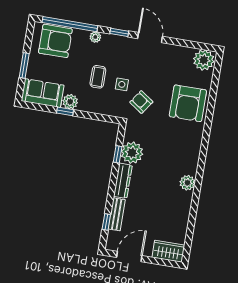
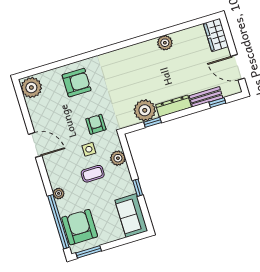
window: (119, 32) -> (44, 174), removed
door: (150, 38) -> (35, 145), swing flipped
window: (24, 65) -> (89, 252), moved
plant: (70, 102) -> (118, 158), moved
armchair: (141, 102) -> (96, 124), turned 145
armchair: (188, 103) -> (77, 83), width x0.73, depth x0.73
plant: (187, 183) -> (165, 43), moved

